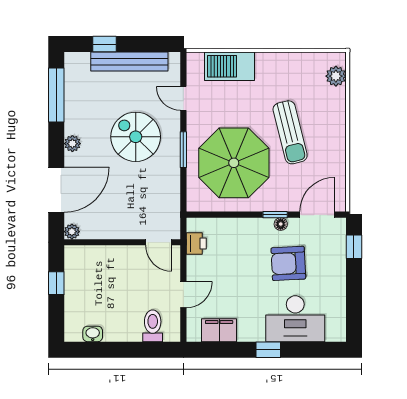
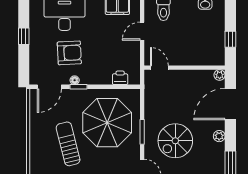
spiral stairs: (136, 137) -> (175, 141), turned 90
printer: (196, 244) -> (120, 78), moved, turned 90
window: (354, 247) -> (24, 36), moved

